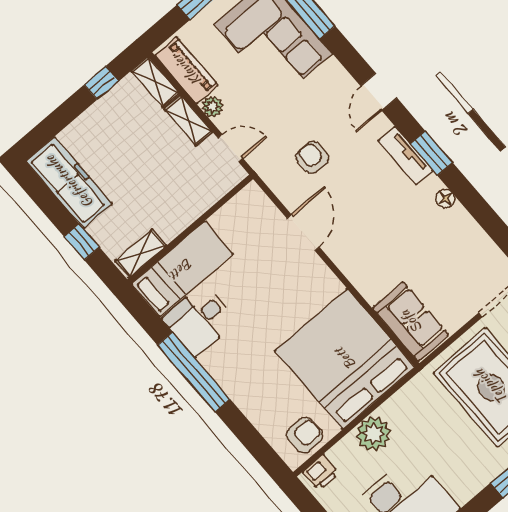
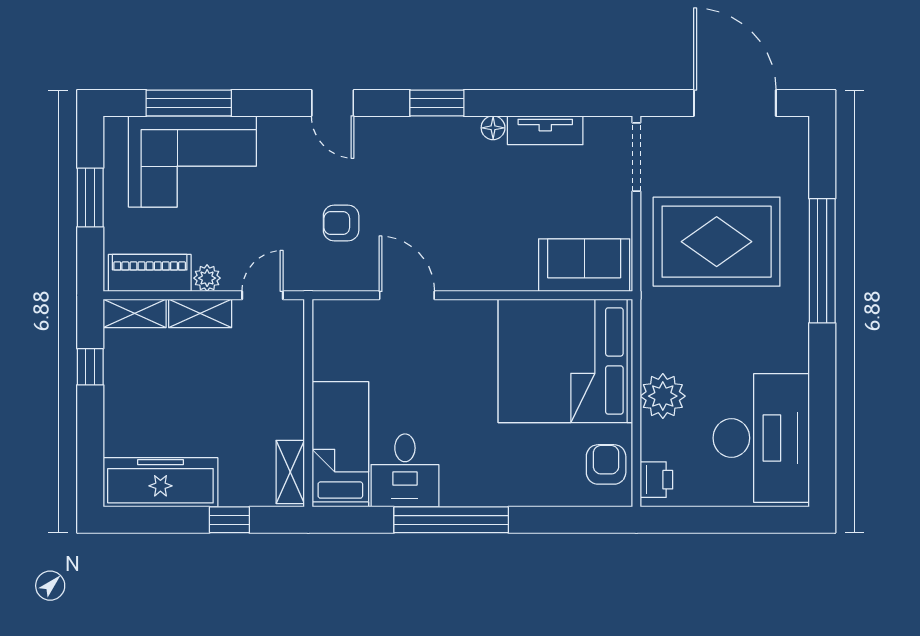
tv unit: (406, 156) -> (545, 130), moved

